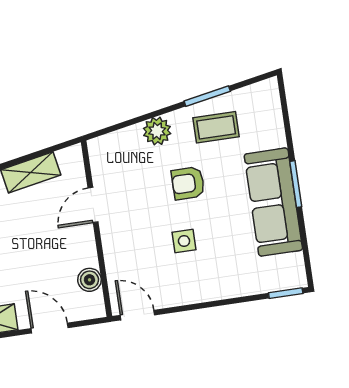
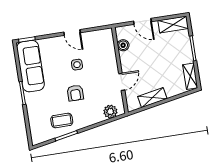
plant: (157, 131) -> (110, 112), moved
armchair: (188, 183) -> (75, 93), turned 90
sofa: (273, 202) -> (31, 66), moved
door: (137, 315) -> (72, 32), moved

